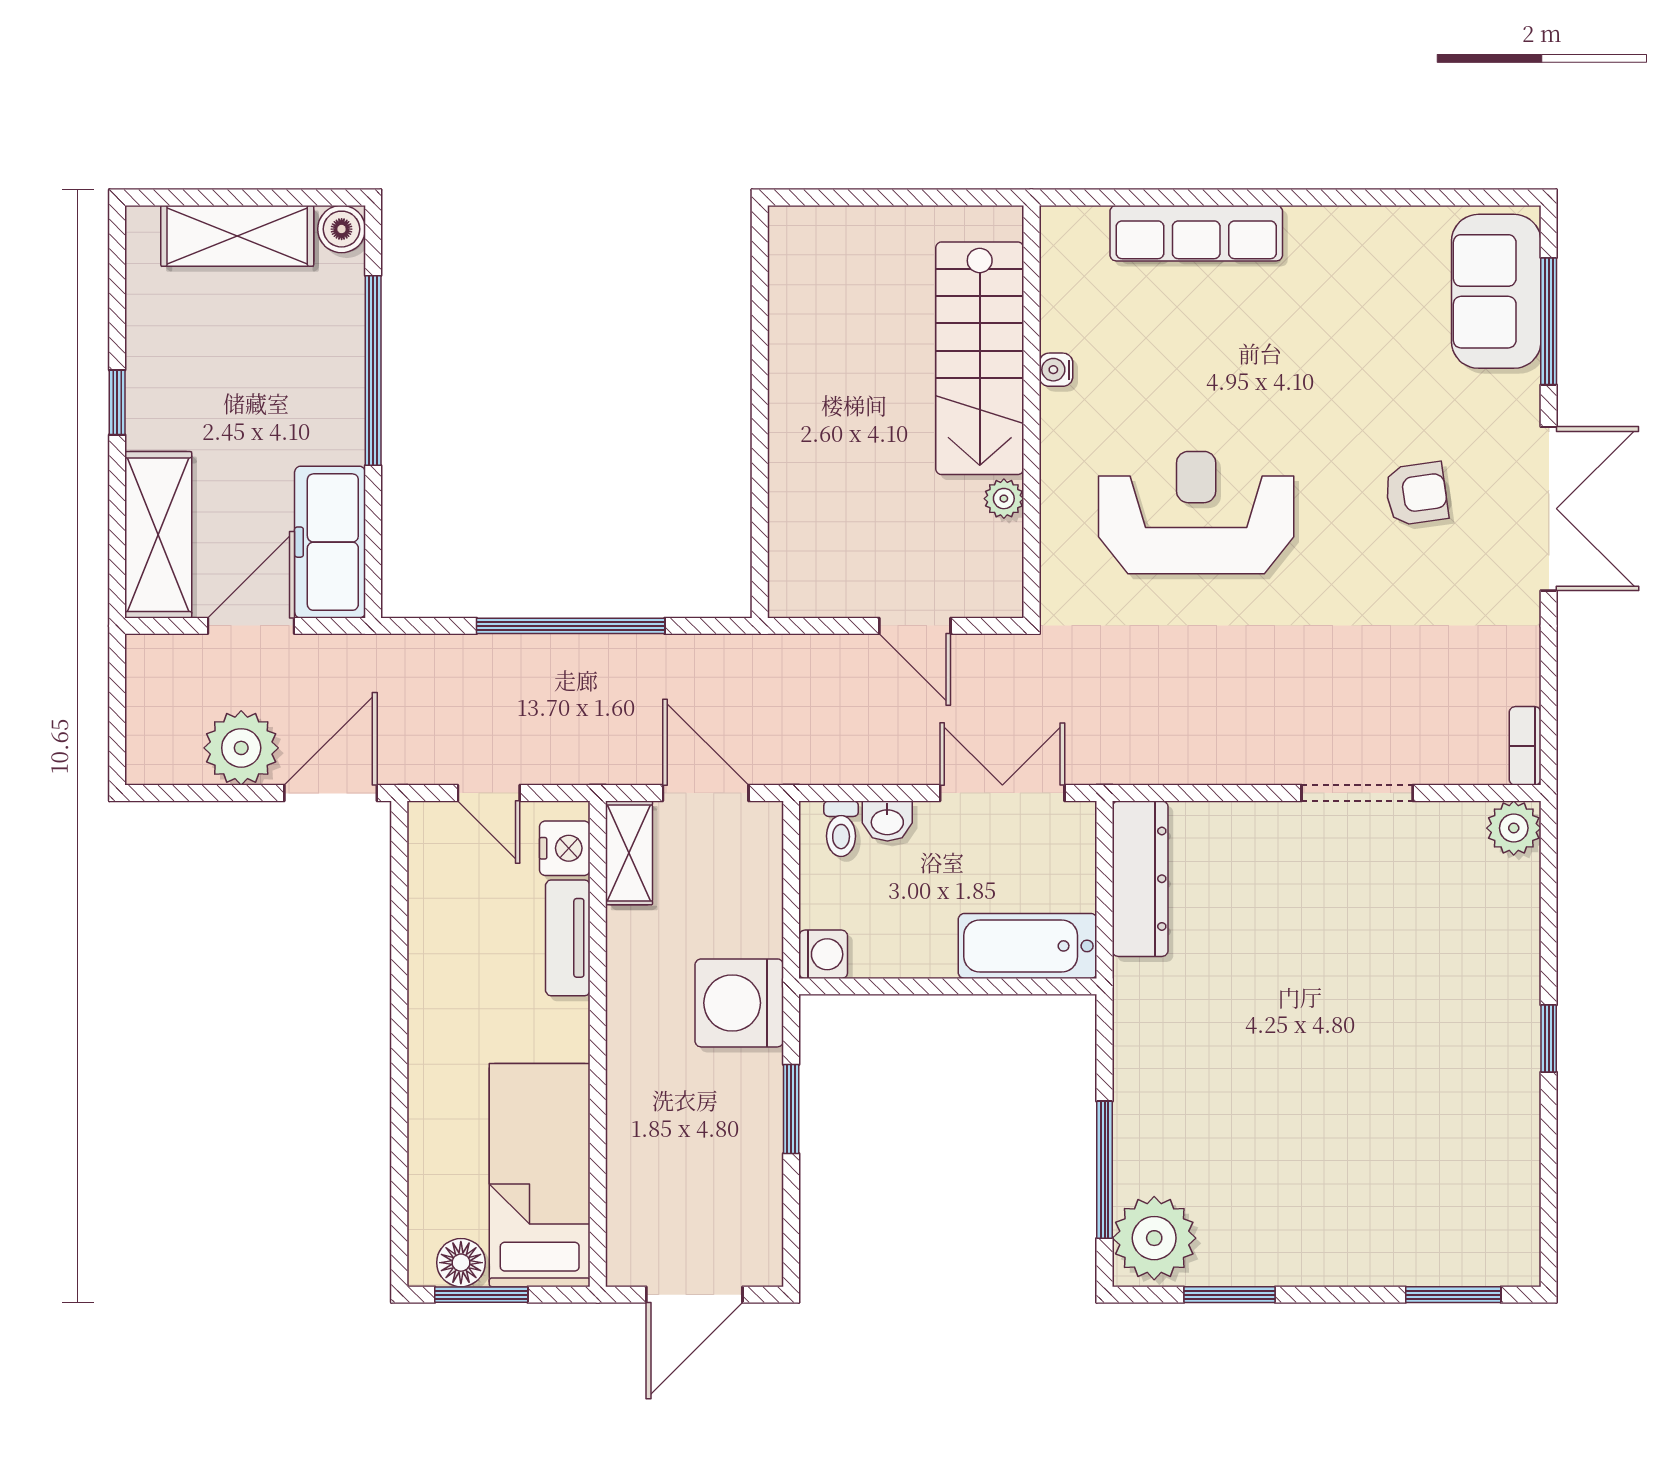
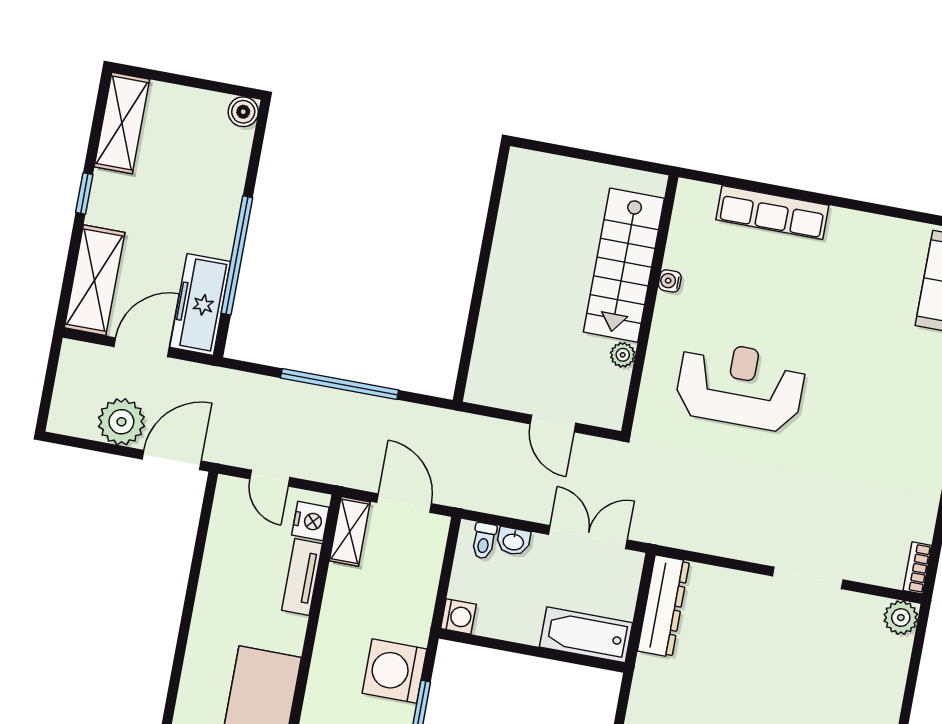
shelving: (237, 236) -> (122, 123), moved, turned 90
window: (373, 371) -> (237, 255), moved
armchair: (1416, 494) -> (879, 399), removed
washing machine: (739, 1003) -> (394, 671), moved

